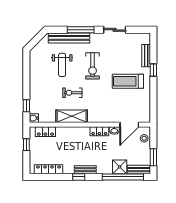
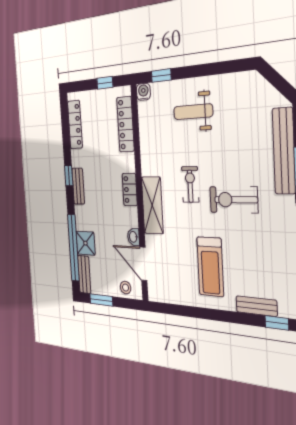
weight bench: (62, 65) -> (193, 112), moved
window: (153, 70) -> (277, 323), moved
treadmill: (128, 81) -> (210, 267), turned 180
exercise bike: (72, 93) -> (190, 184), moved
shelving: (72, 116) -> (152, 205), moved
locker: (99, 131) -> (130, 190), moved
locker: (45, 132) -> (125, 124), width x1.53

